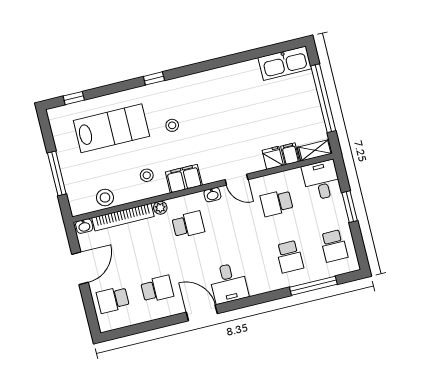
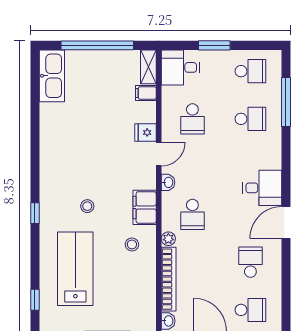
fridge: (273, 158) -> (145, 132), moved
stool: (105, 198) -> (144, 293), removed
school desk: (188, 225) -> (192, 214), turned 180
school desk: (113, 300) -> (250, 310), turned -90

